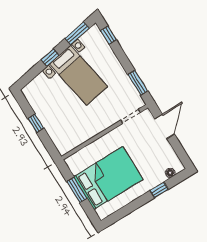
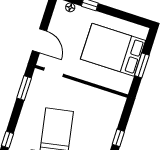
door: (165, 126) -> (39, 41), swing flipped

